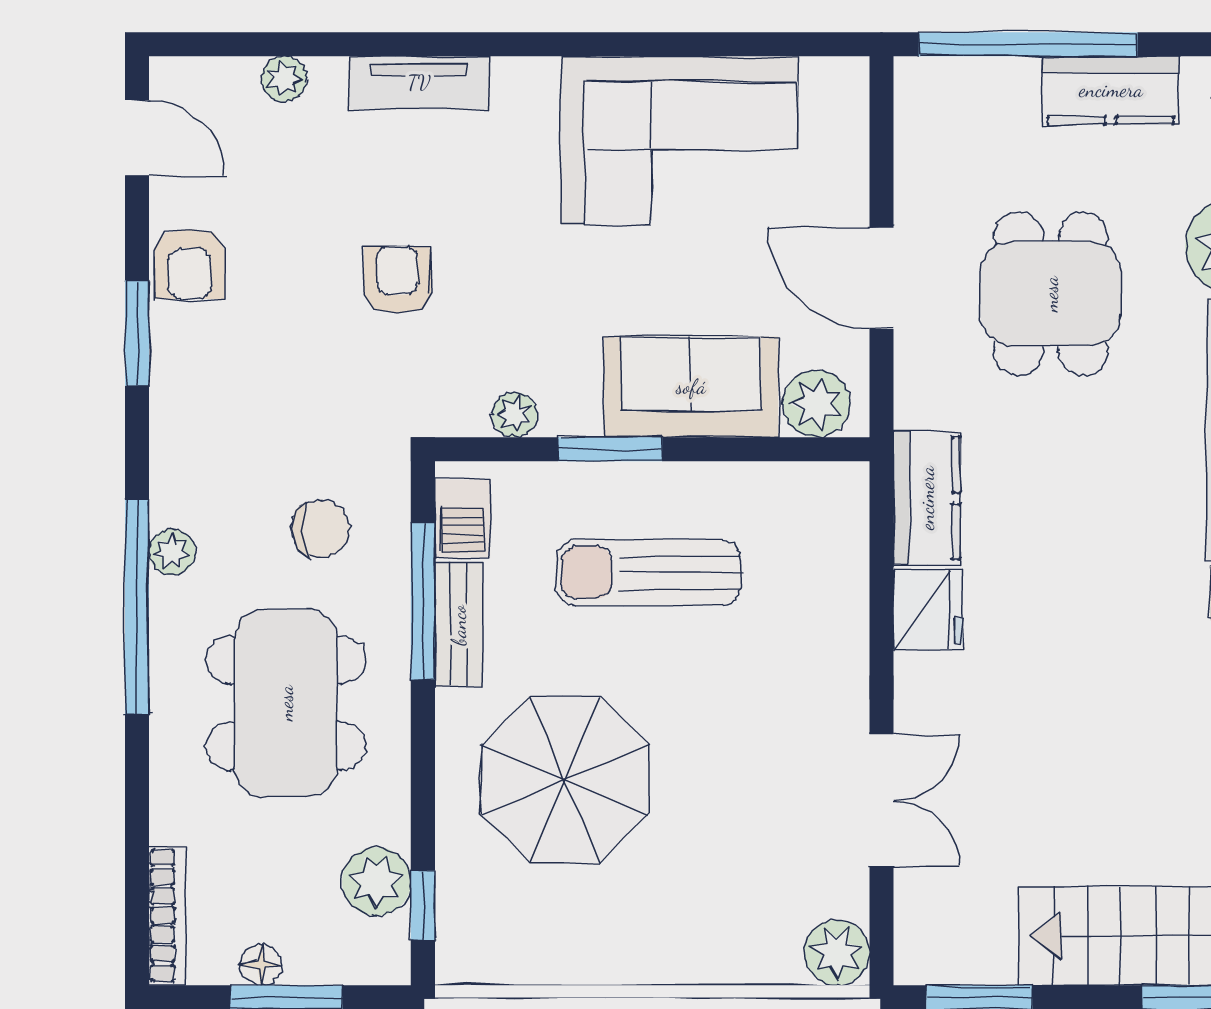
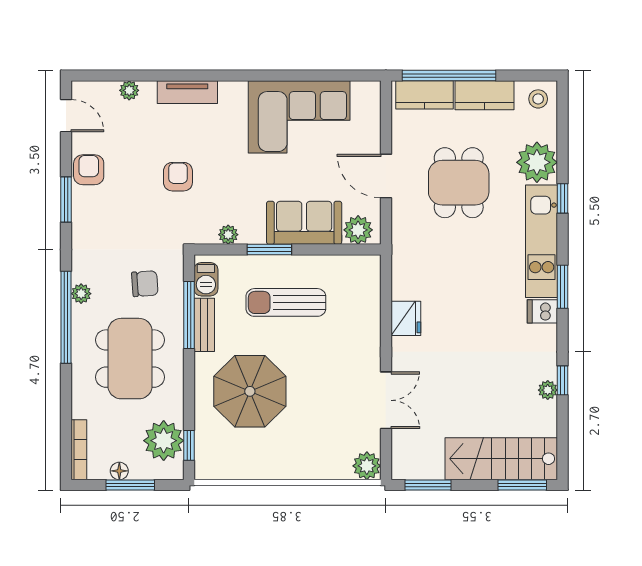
armchair: (190, 264) -> (89, 170), turned 180
kitchen counter: (927, 498) -> (424, 95), moved, turned 90
plant: (377, 881) -> (164, 441), width x1.36, depth x1.36

